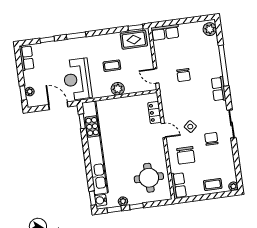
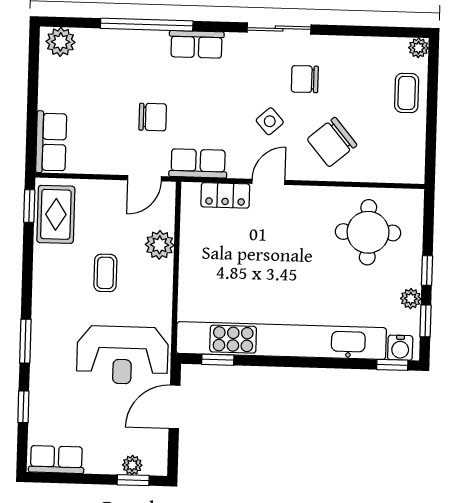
plant: (118, 89) -> (160, 245), moved
chair: (186, 155) -> (332, 142), turned 140
row of seats: (179, 185) -> (198, 163), moved

